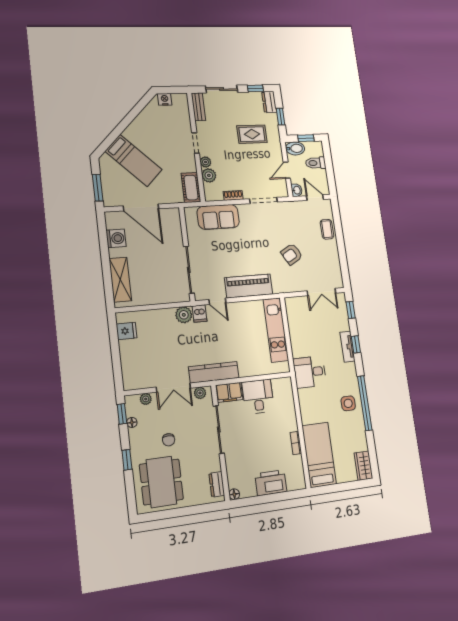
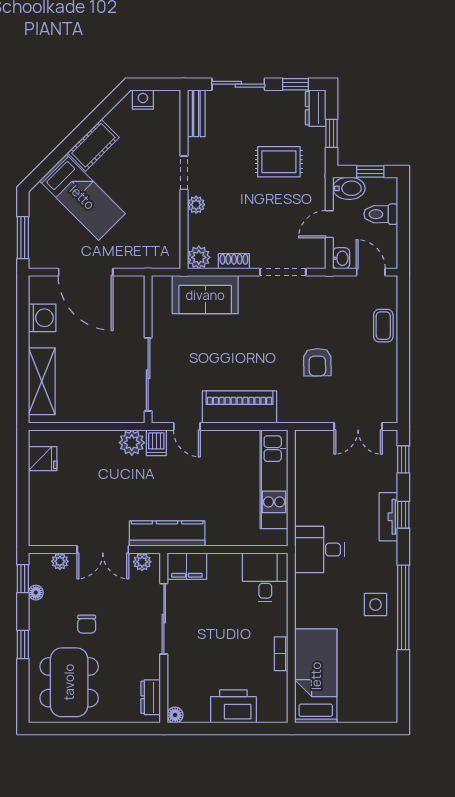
plant: (209, 175) -> (199, 257), moved
cot: (191, 188) -> (93, 145), moved, turned 45
armchair: (292, 254) -> (317, 362), turned -61
desk: (258, 397) -> (265, 577), moved
wardrobe: (363, 466) -> (385, 702), removed

